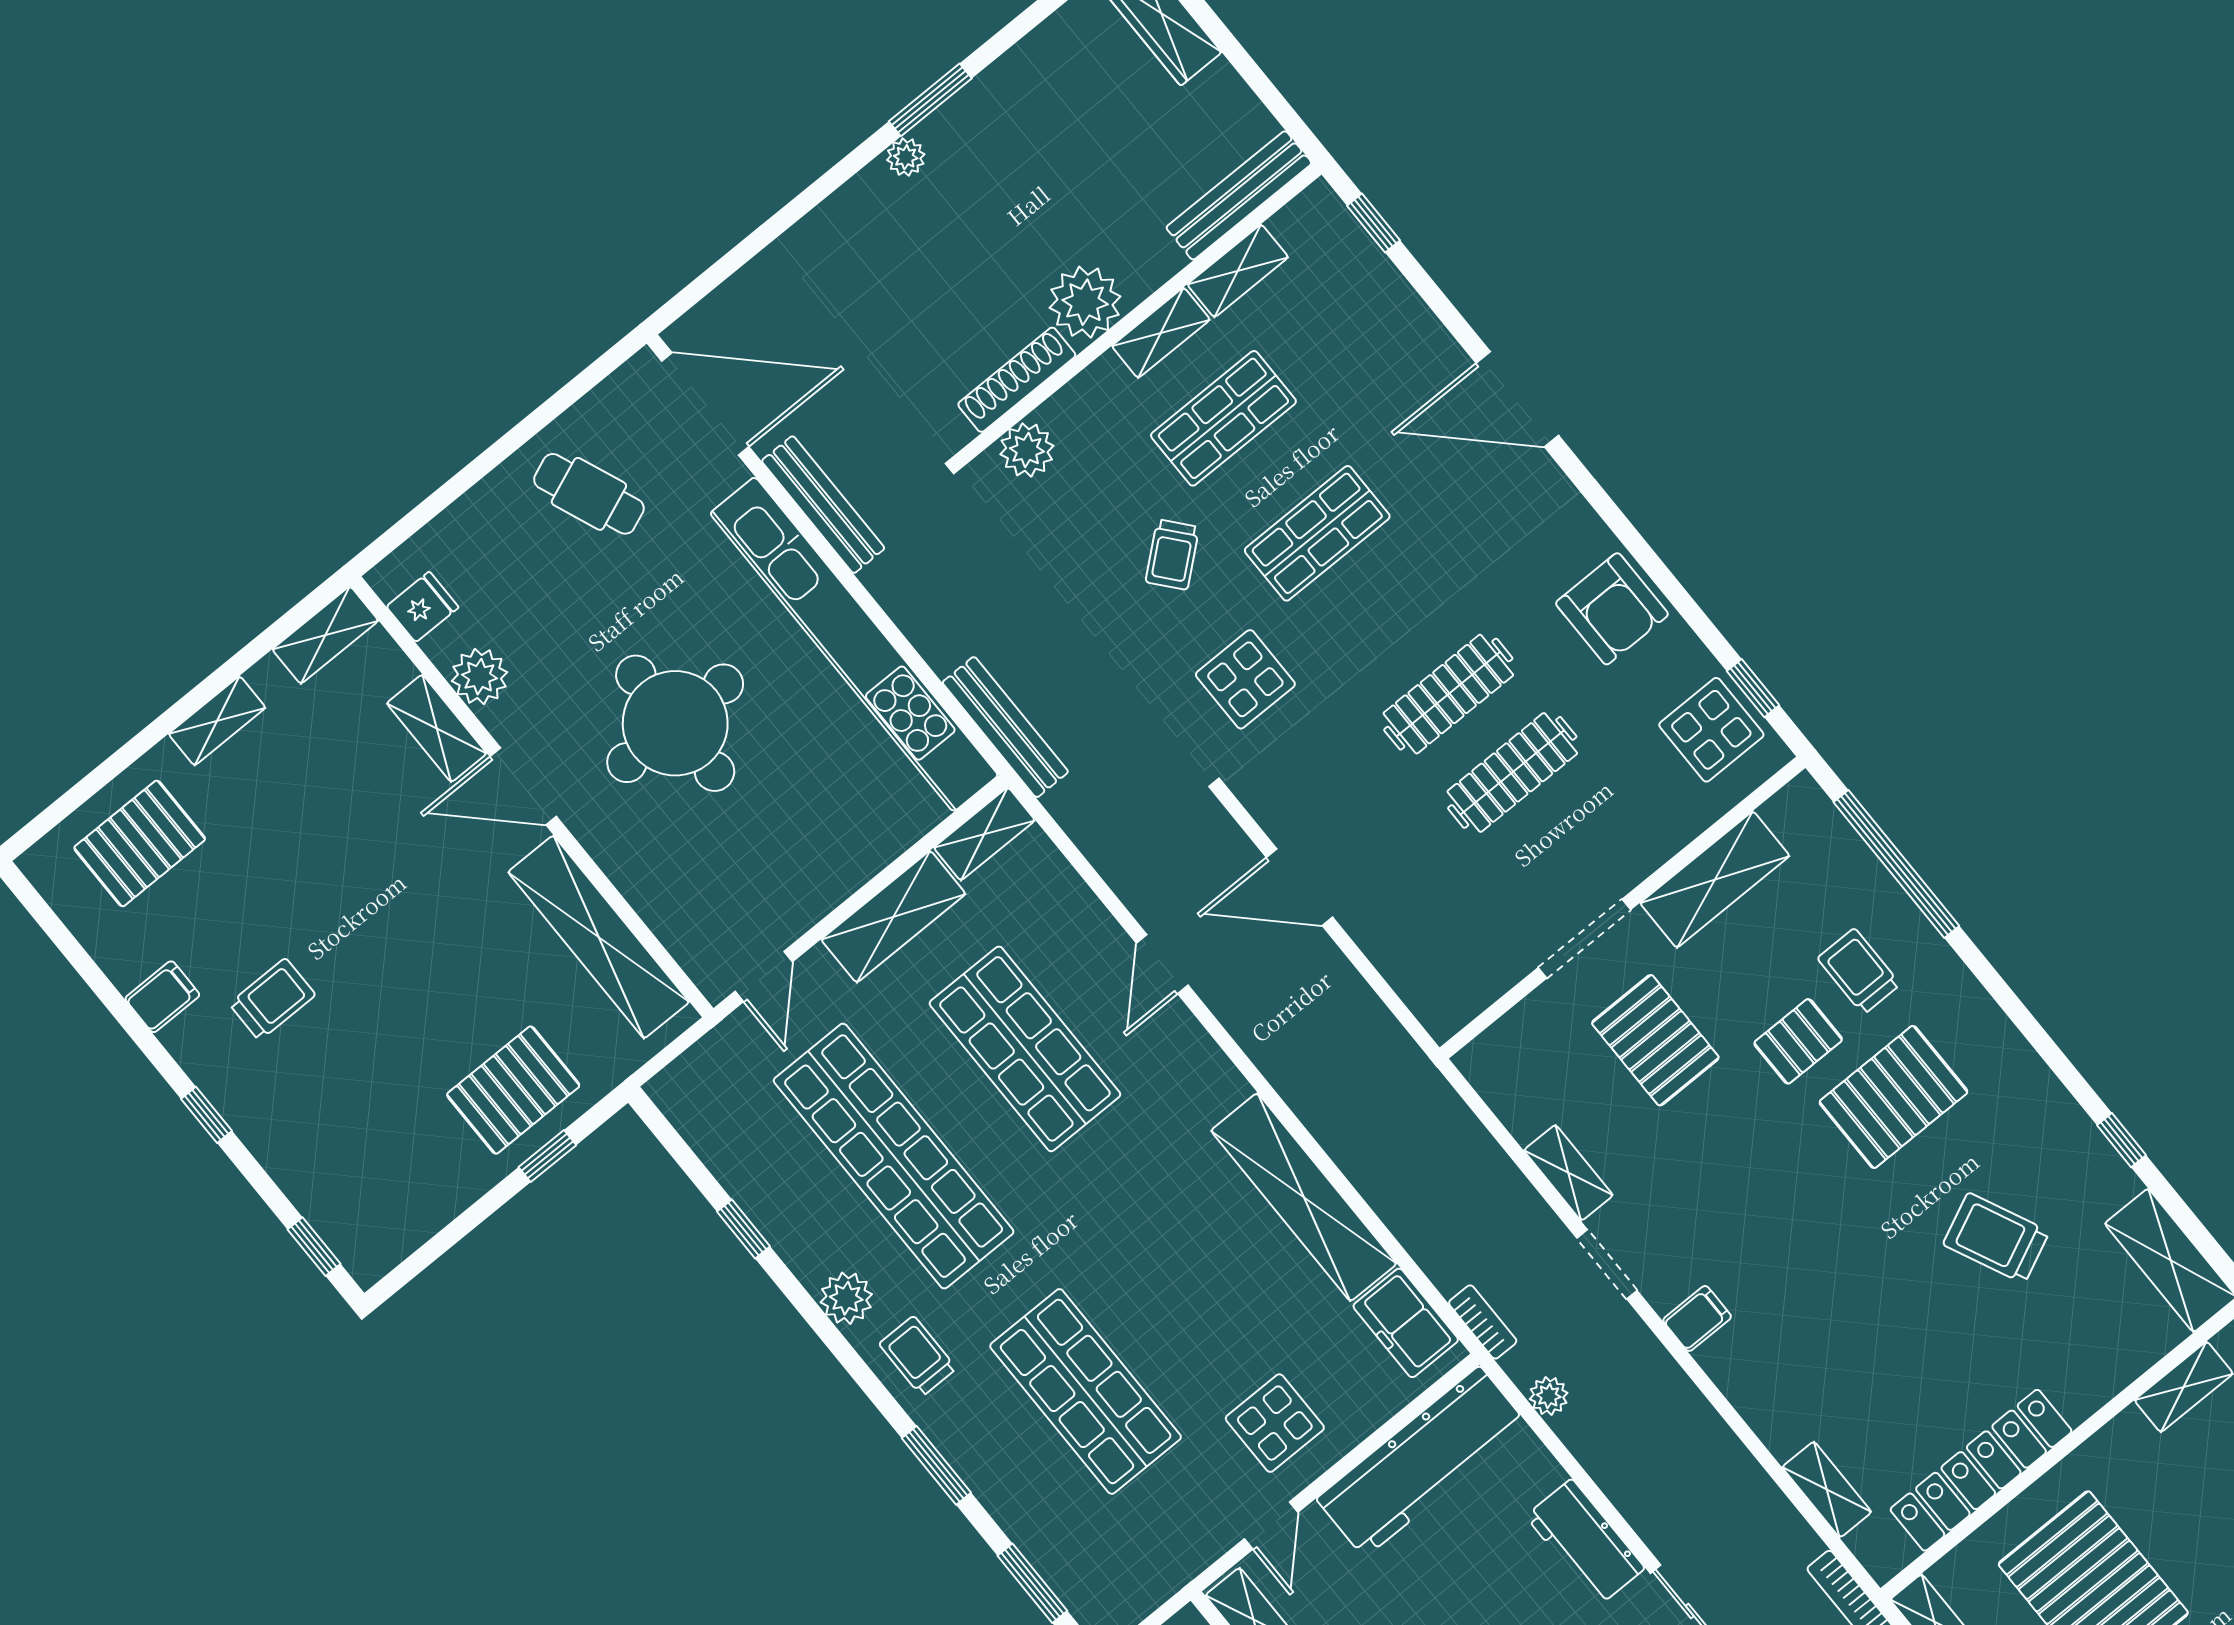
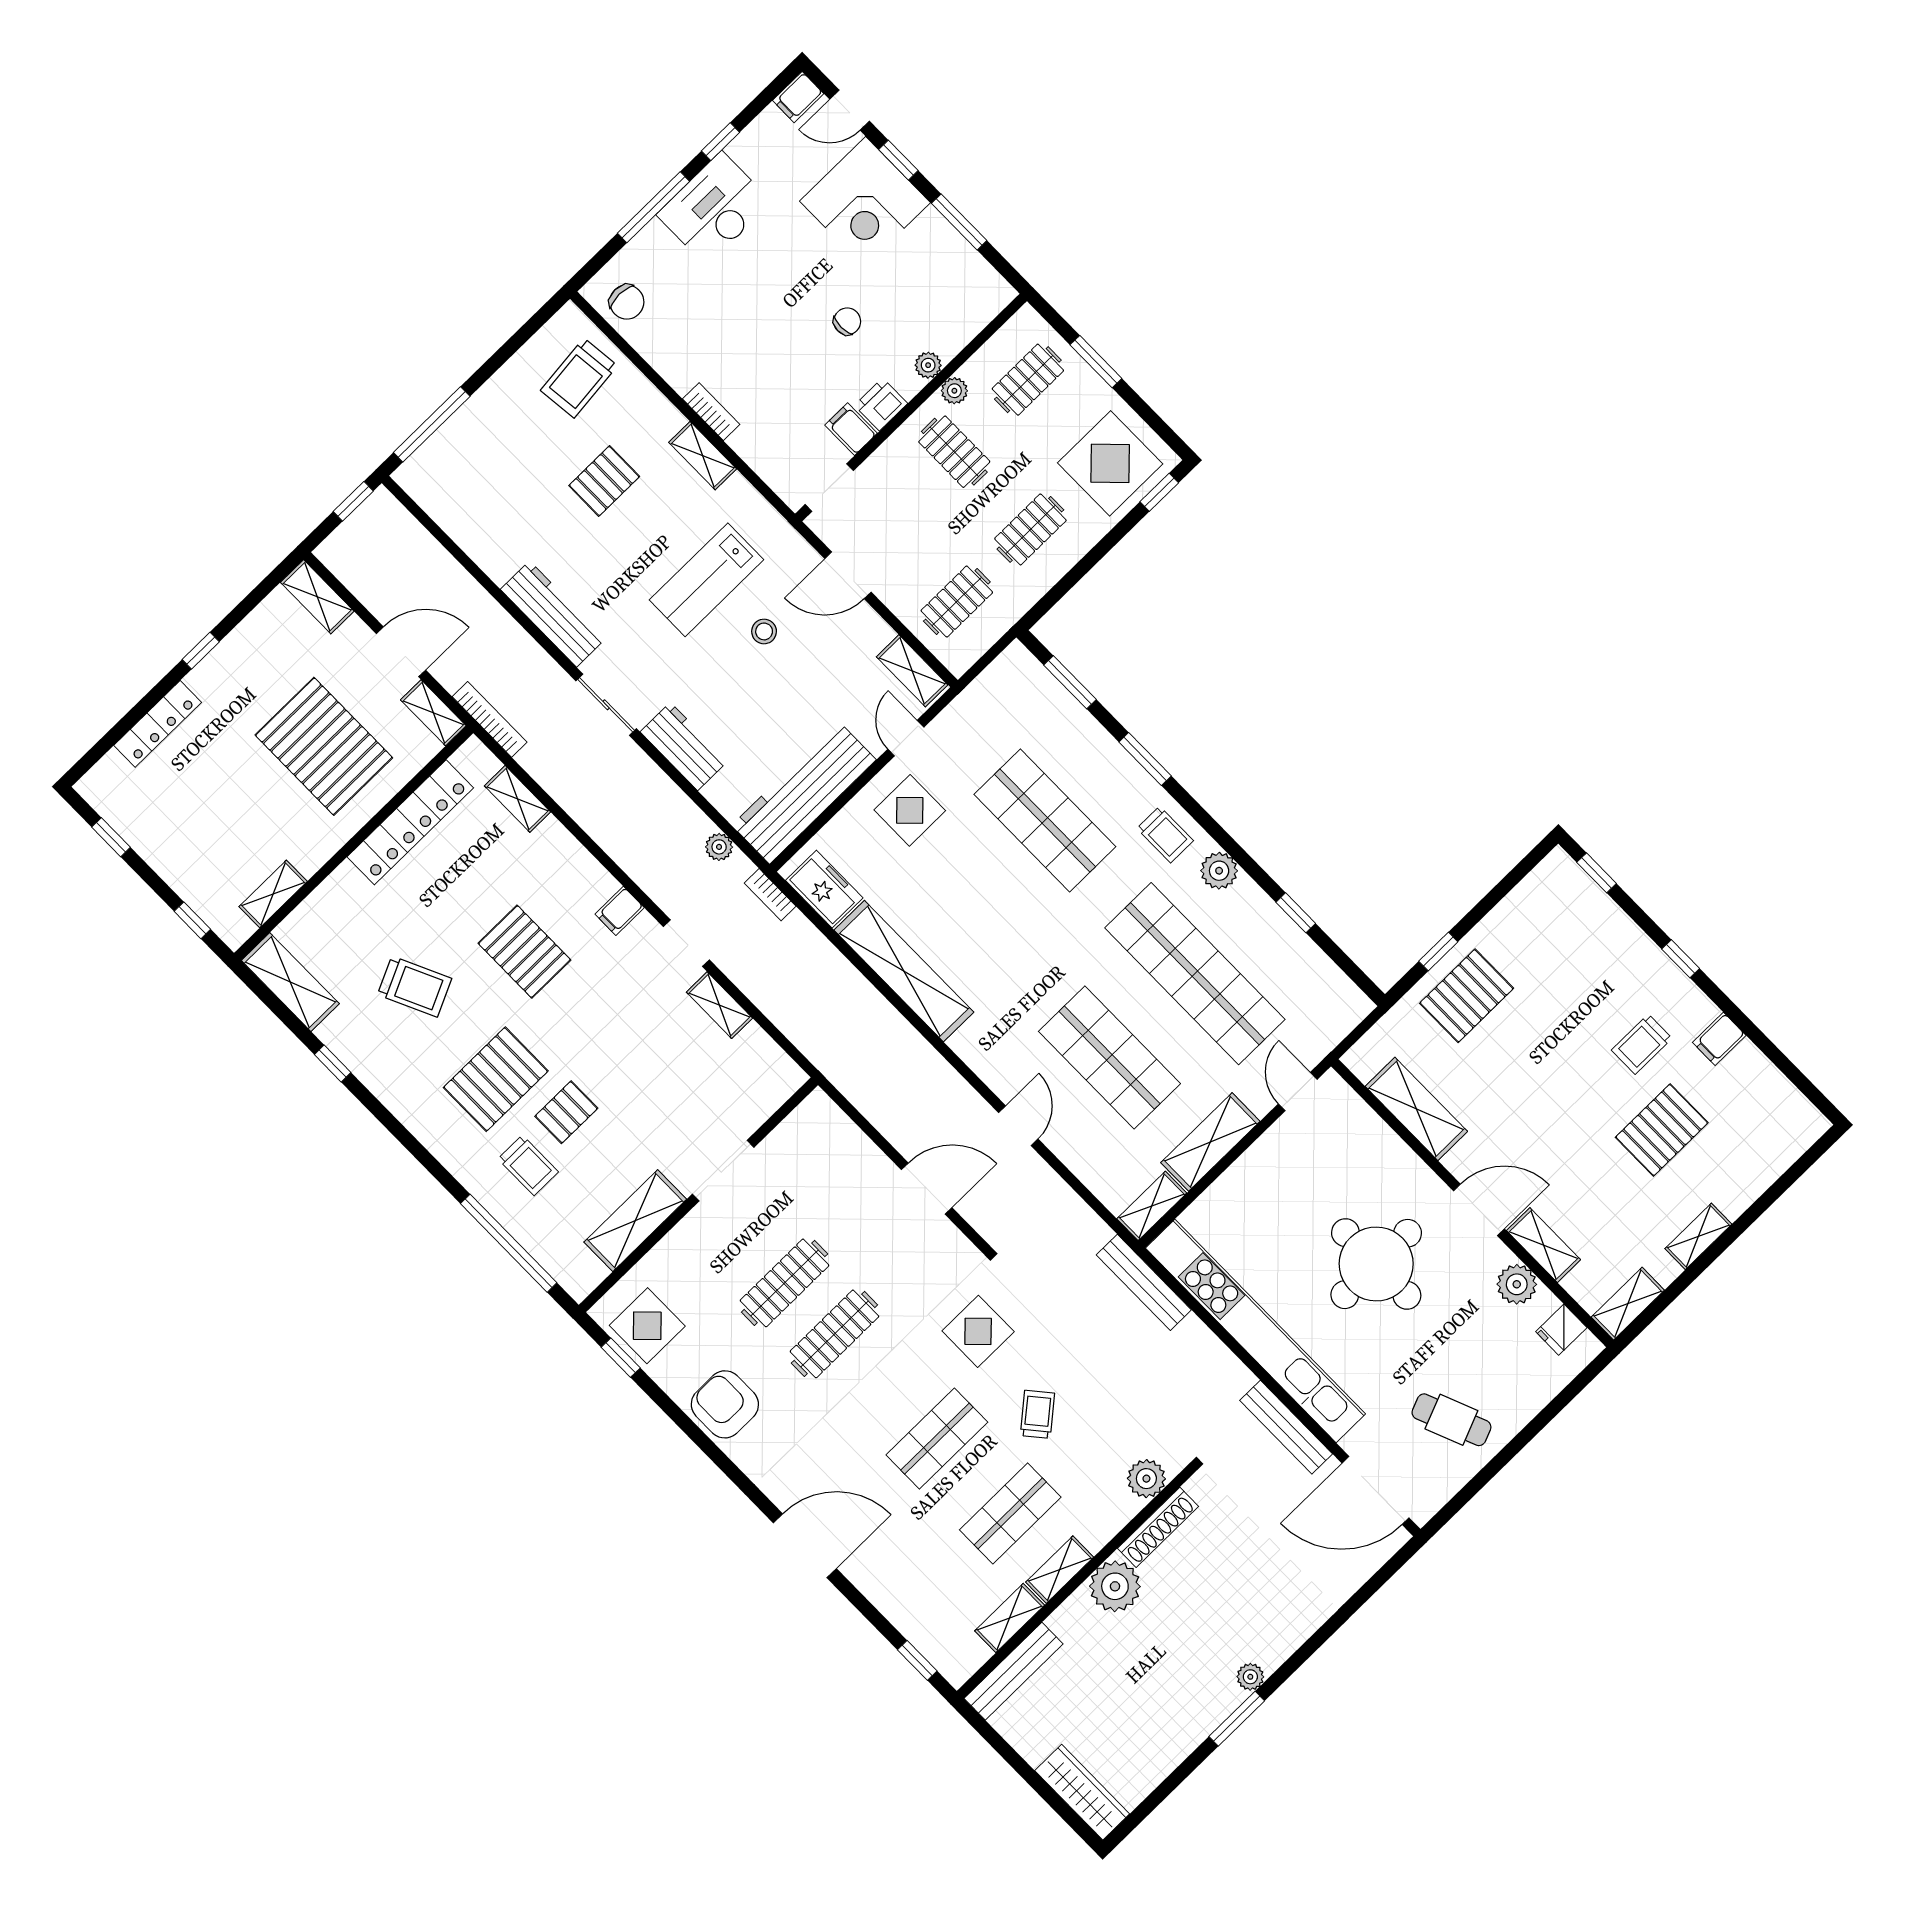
pallet: (140, 843) -> (1662, 1130), moved
shelving: (599, 937) -> (1416, 1109), width x0.68
pallet: (1655, 1040) -> (524, 952), moved

